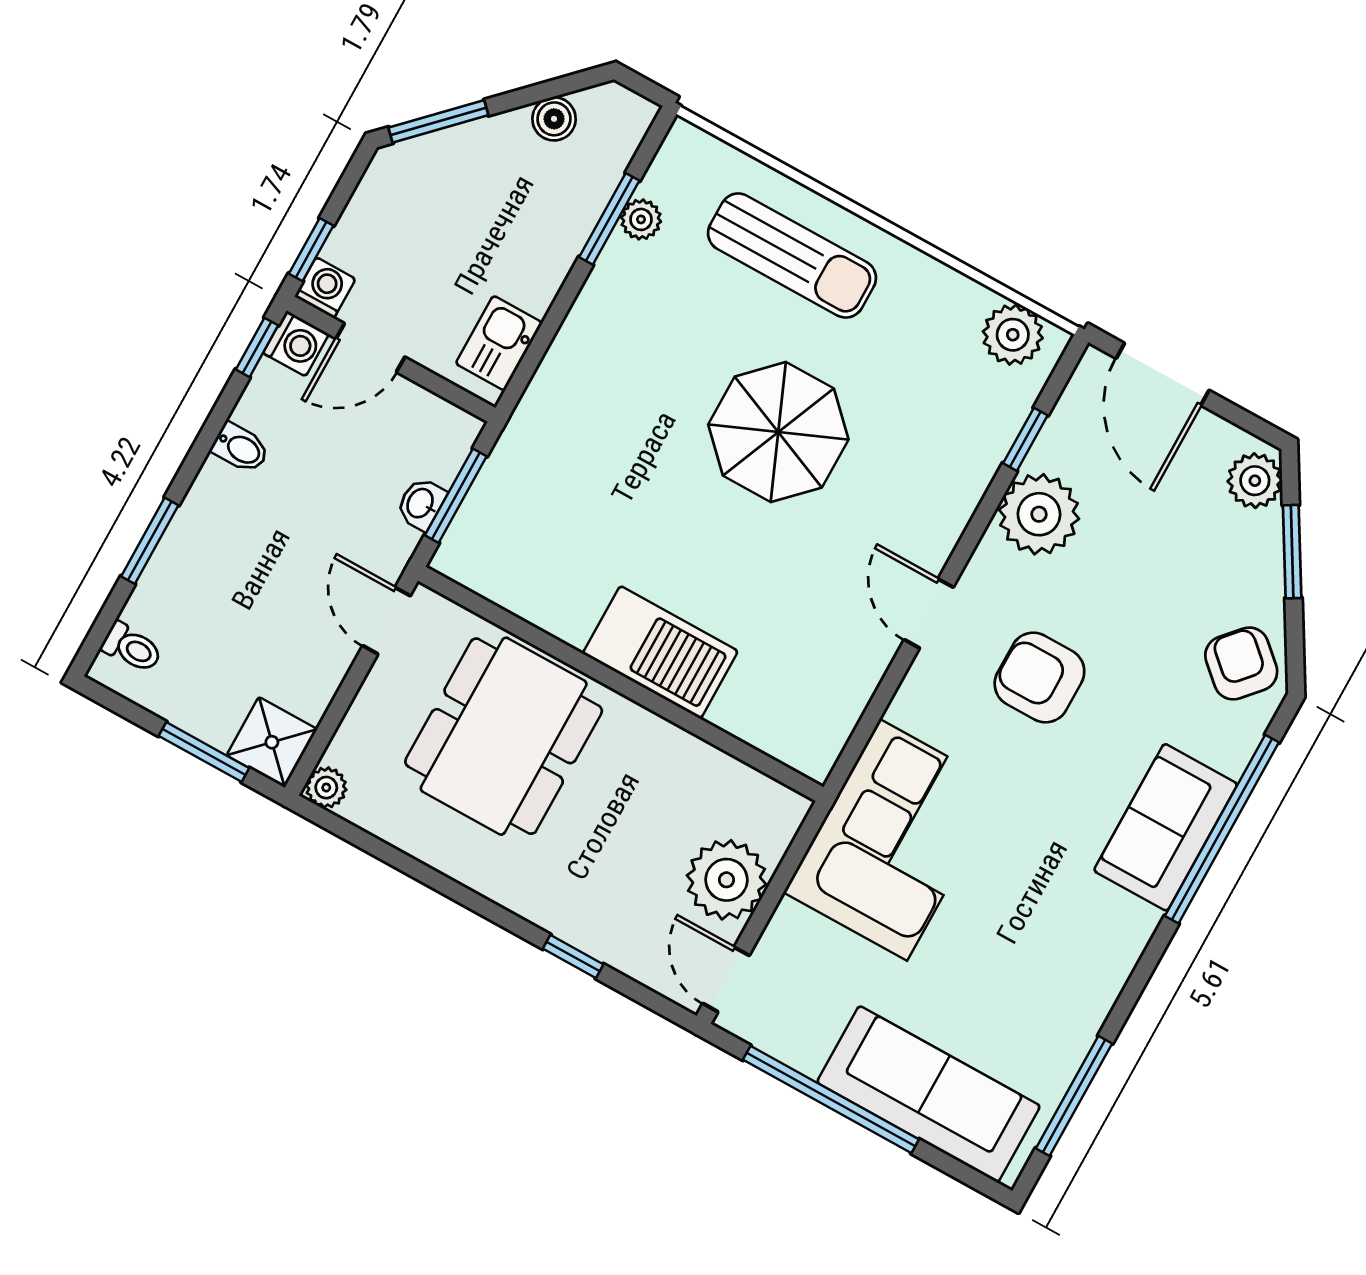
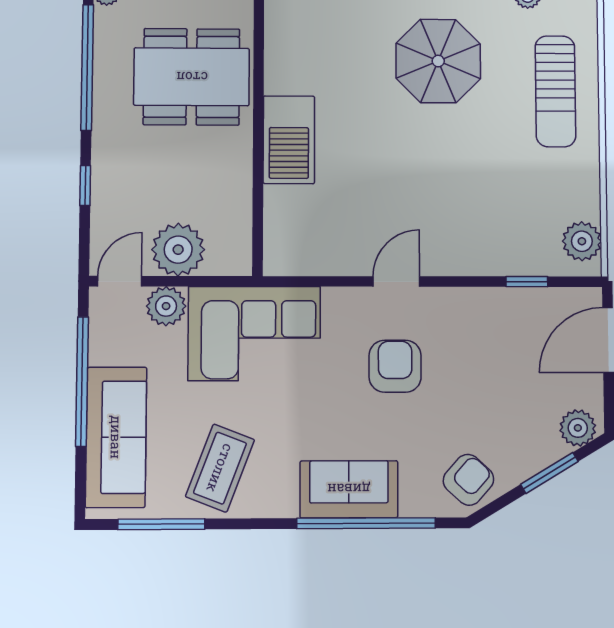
parasol: (778, 432) -> (438, 61), moved
plant: (1039, 514) -> (166, 306), moved, width x0.73, depth x0.73
window: (415, 869) -> (87, 67), added
coffee table: (1044, 981) -> (220, 468), added

